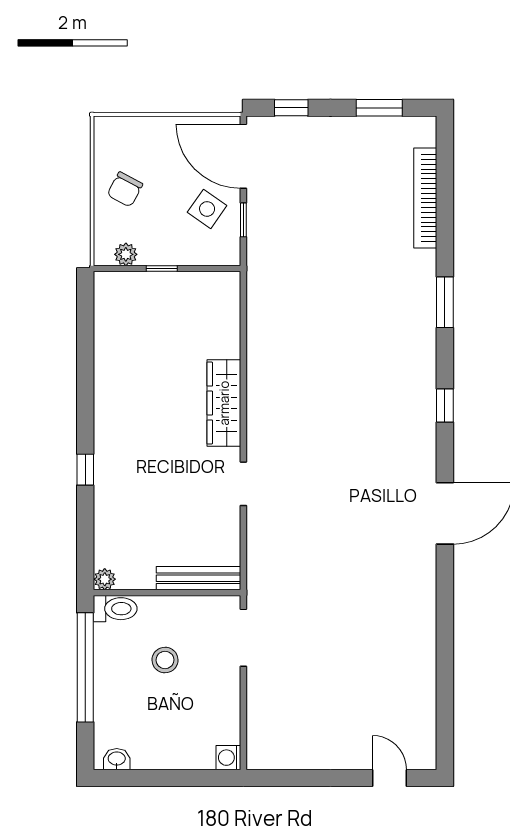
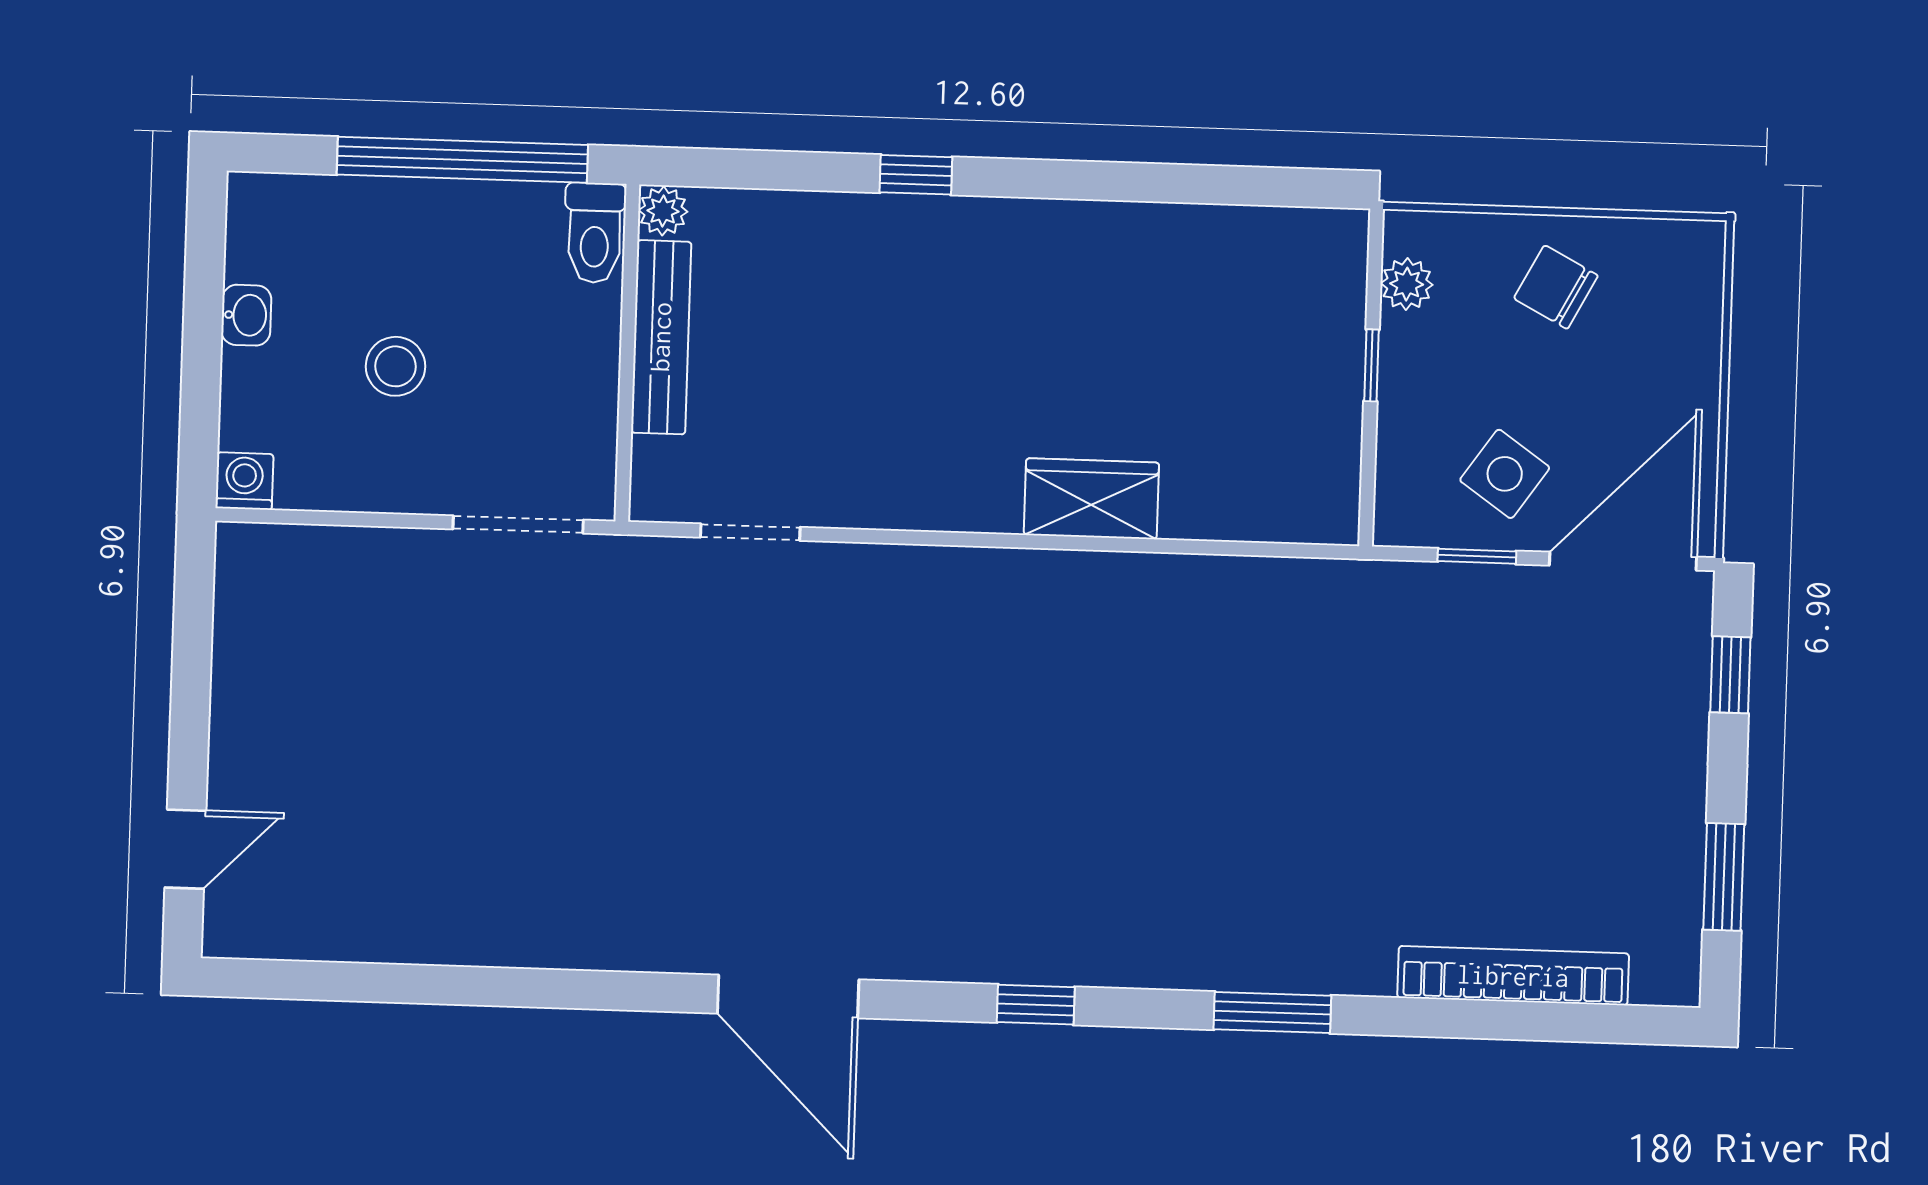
wardrobe: (224, 403) -> (1091, 499), width x0.67
doorway: (243, 484) -> (750, 532), moved
bench: (199, 578) -> (661, 337), moved
stool: (165, 660) -> (396, 366), moved
washbasin: (117, 759) -> (246, 315), moved

